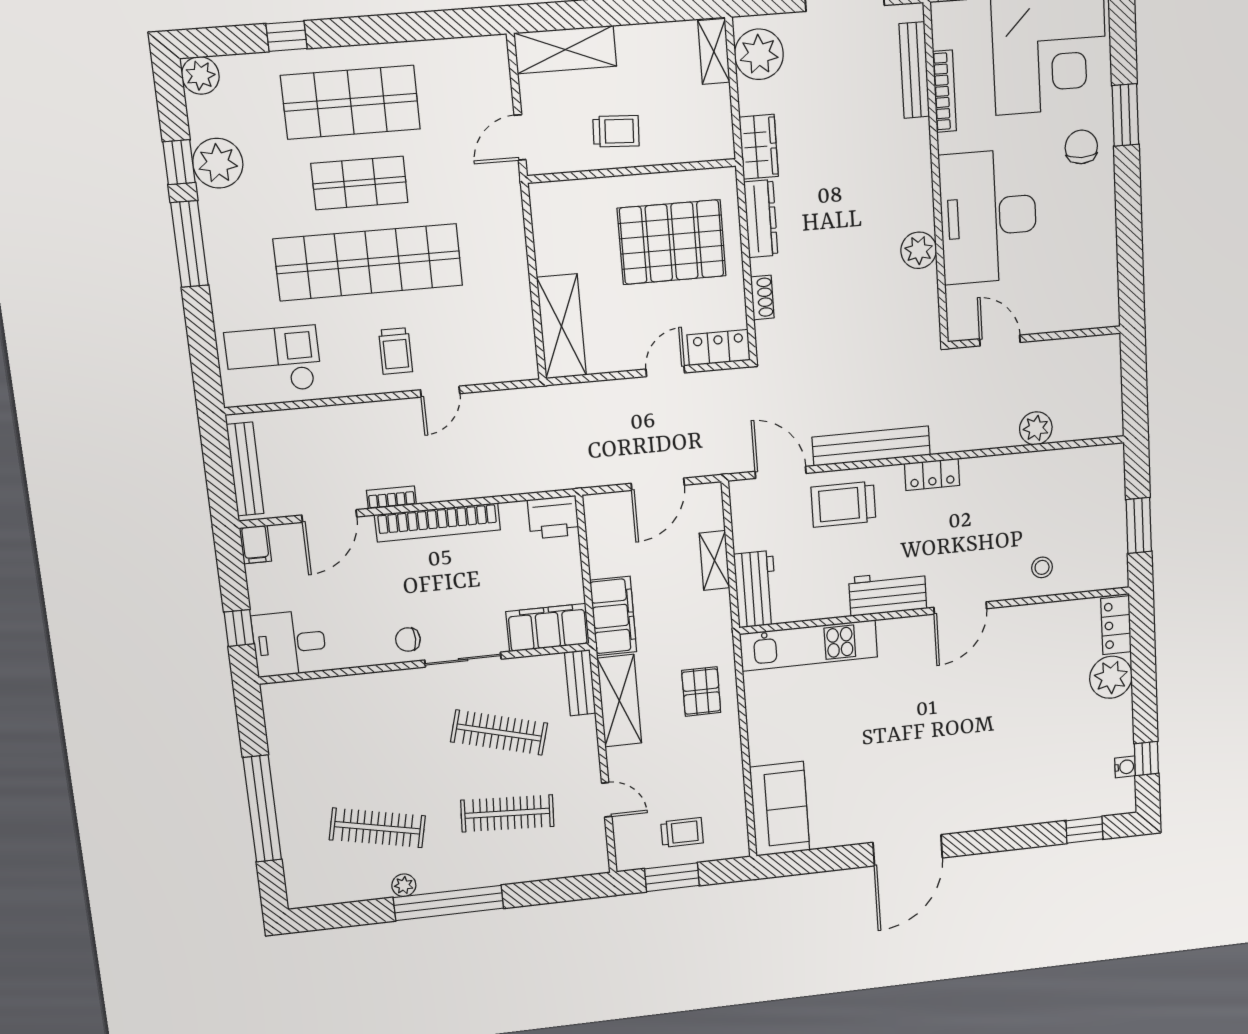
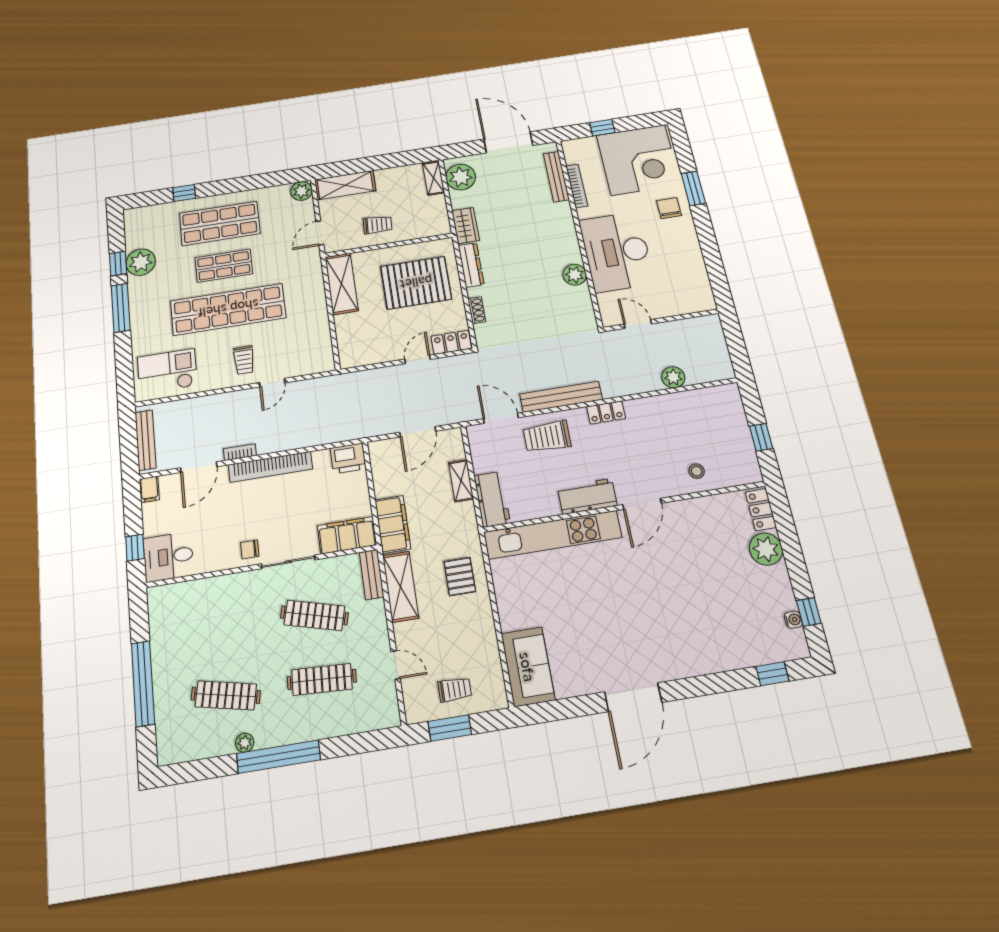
plant: (200, 75) -> (301, 191), moved
shelving: (561, 326) -> (342, 284), moved
window: (1139, 525) -> (761, 437), width x0.67
kitchen unit: (809, 645) -> (553, 535), width x1.36

